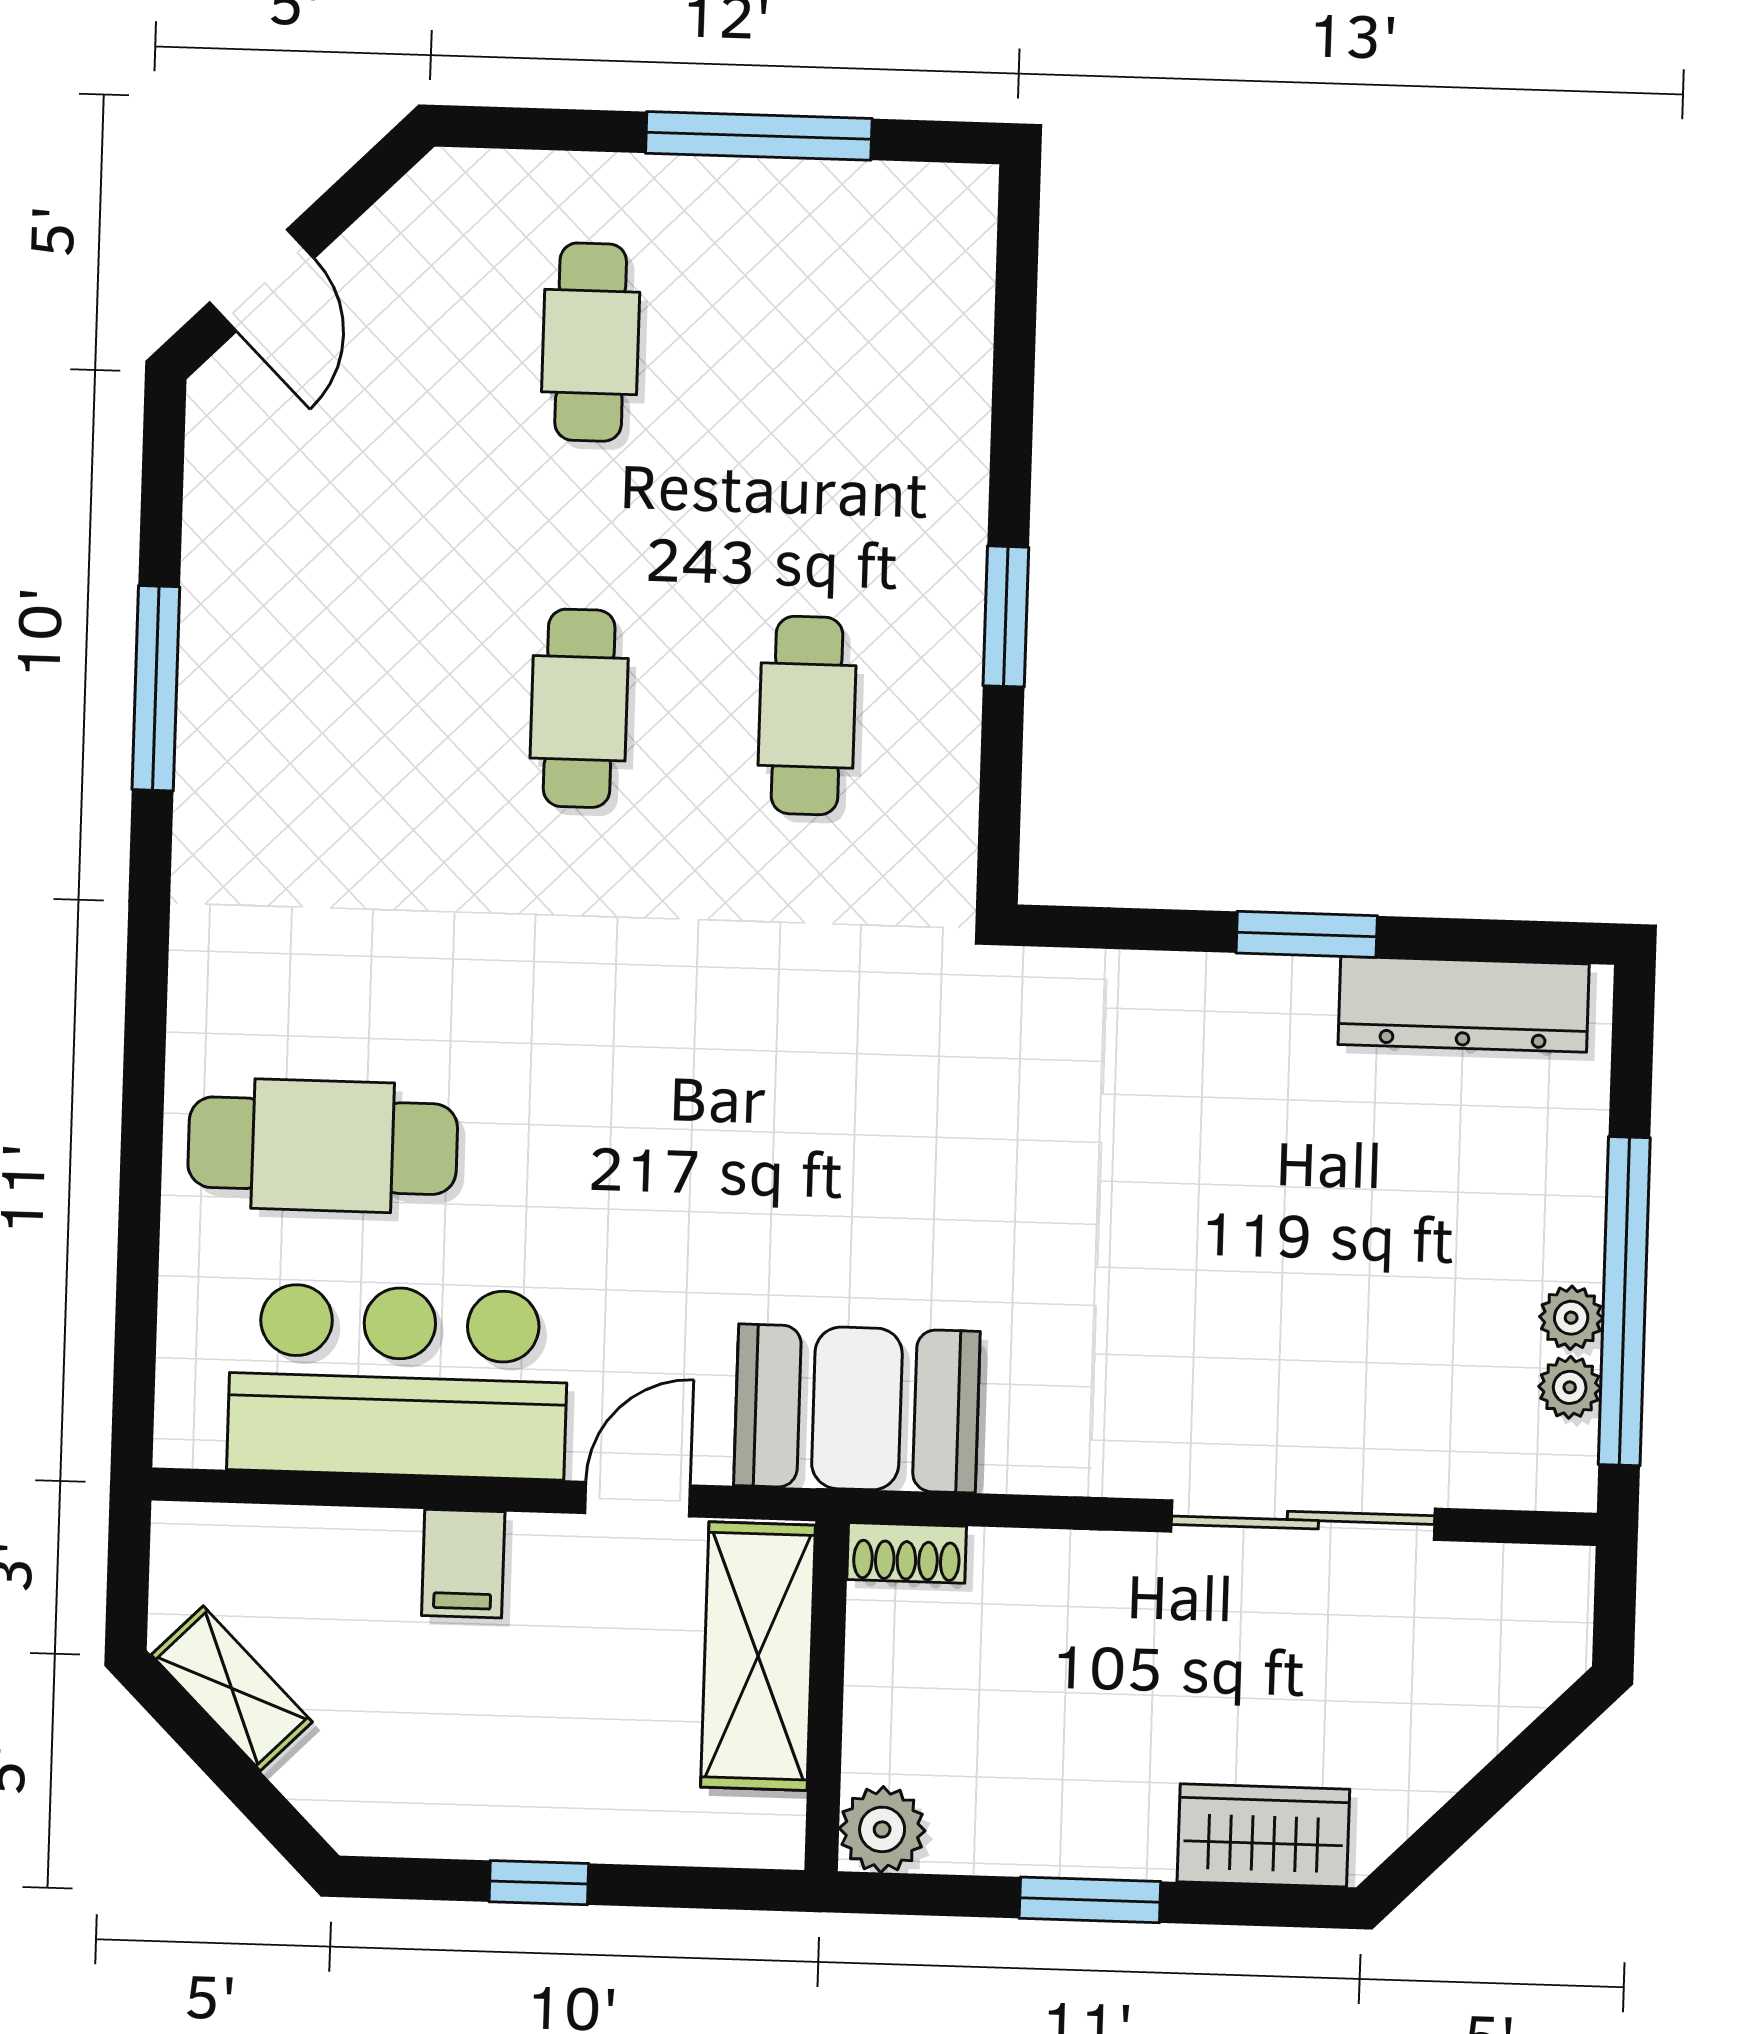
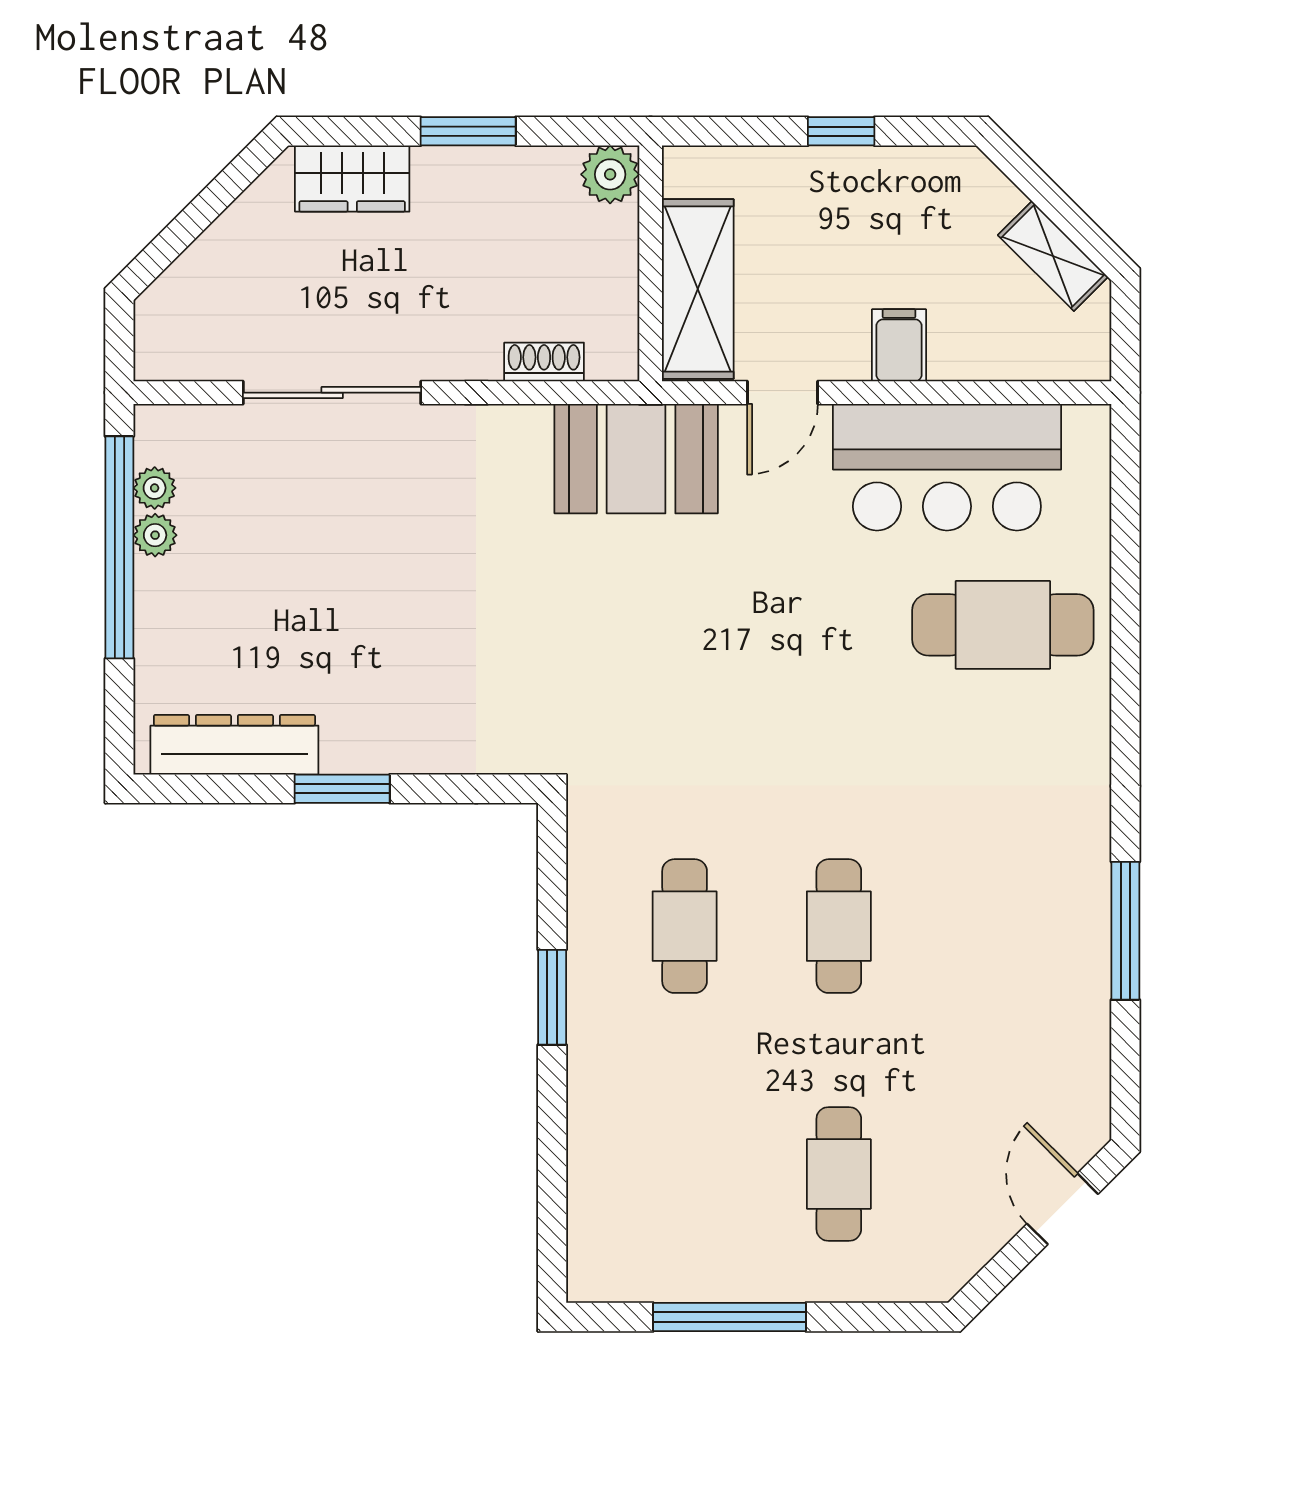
shoe rack: (907, 1553) -> (544, 362), moved

